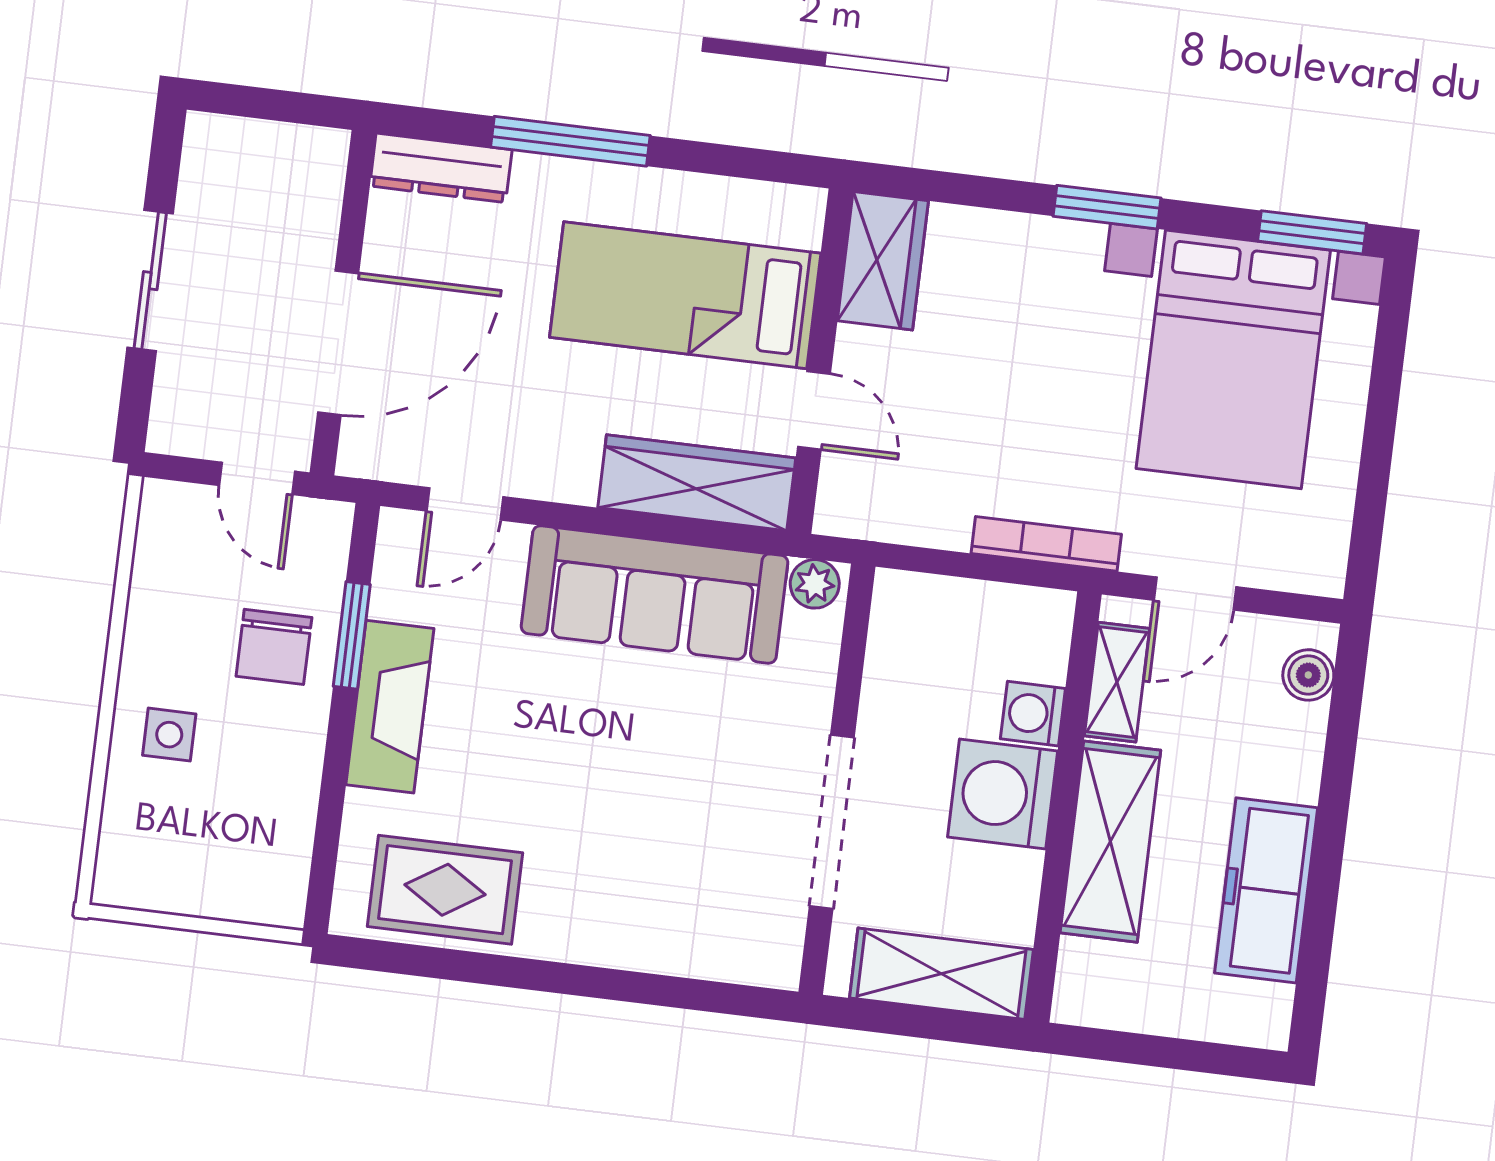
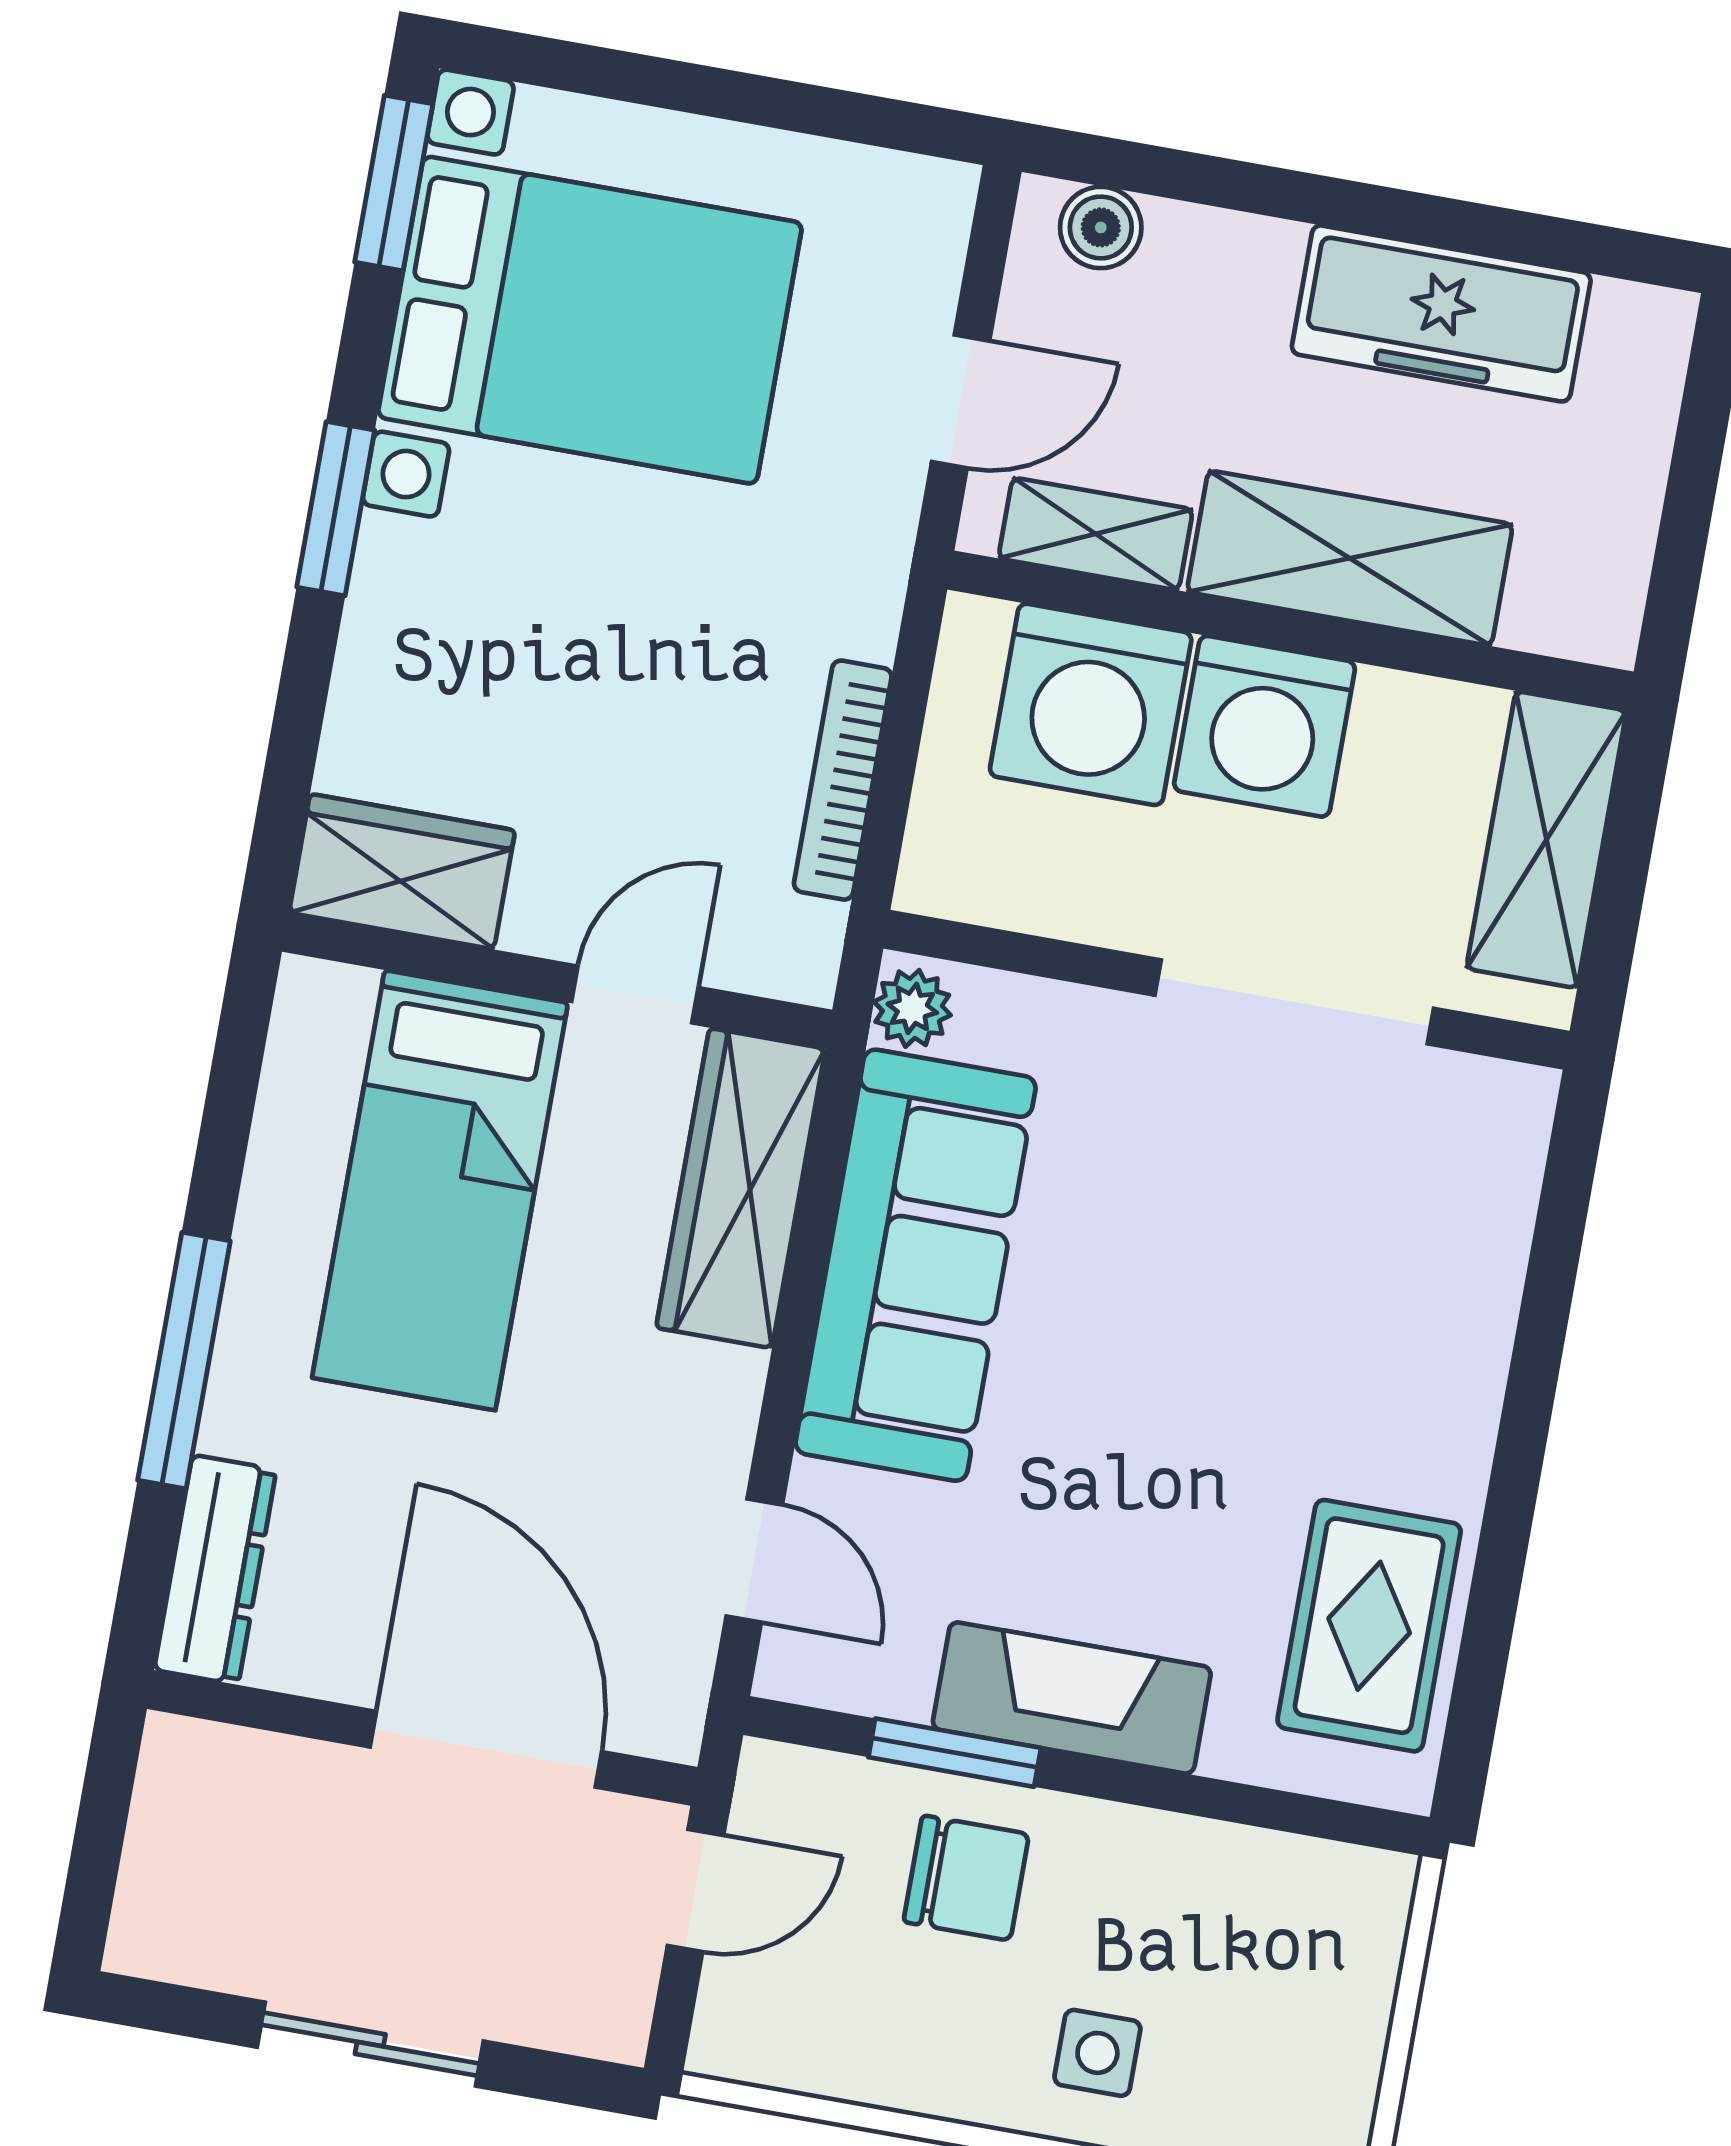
bookcase: (1046, 544) -> (843, 780), moved
door: (1195, 594) -> (961, 401), hinge flipped
washing machine: (1033, 714) -> (1091, 704), width x1.89, depth x1.89

